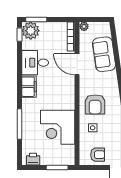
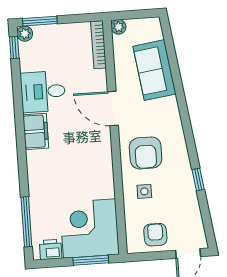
plant: (31, 31) -> (25, 34), width x0.53, depth x0.53
door: (77, 64) -> (113, 108), moved
window: (20, 124) -> (26, 222), moved
corner desk: (58, 127) -> (89, 229), moved, turned 90
armchair: (98, 155) -> (155, 235), turned -90

